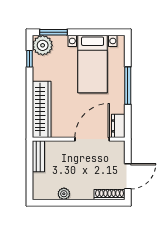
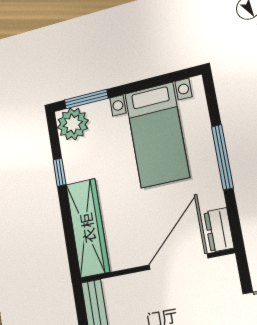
window: (30, 59) -> (60, 172), moved

